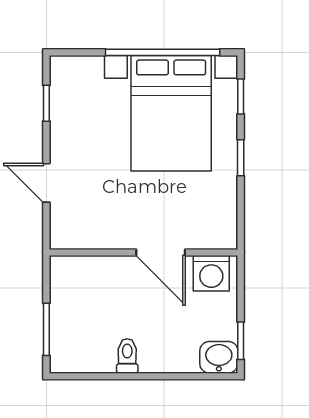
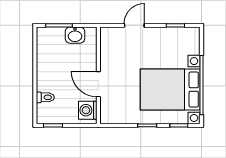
door: (161, 253) -> (98, 84), hinge flipped
toilet: (127, 356) -> (45, 97), moved
washbasin: (219, 357) -> (75, 35), moved, turned 90

